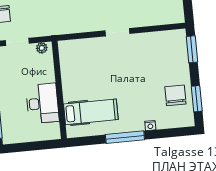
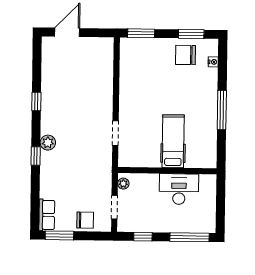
doorway: (117, 32) -> (115, 133), moved
hospital bed: (91, 112) -> (173, 141), moved
nightstand: (150, 126) -> (213, 62), moved

